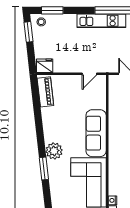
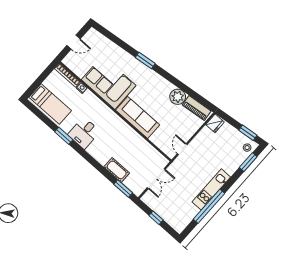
plant: (54, 151) -> (178, 97), moved

